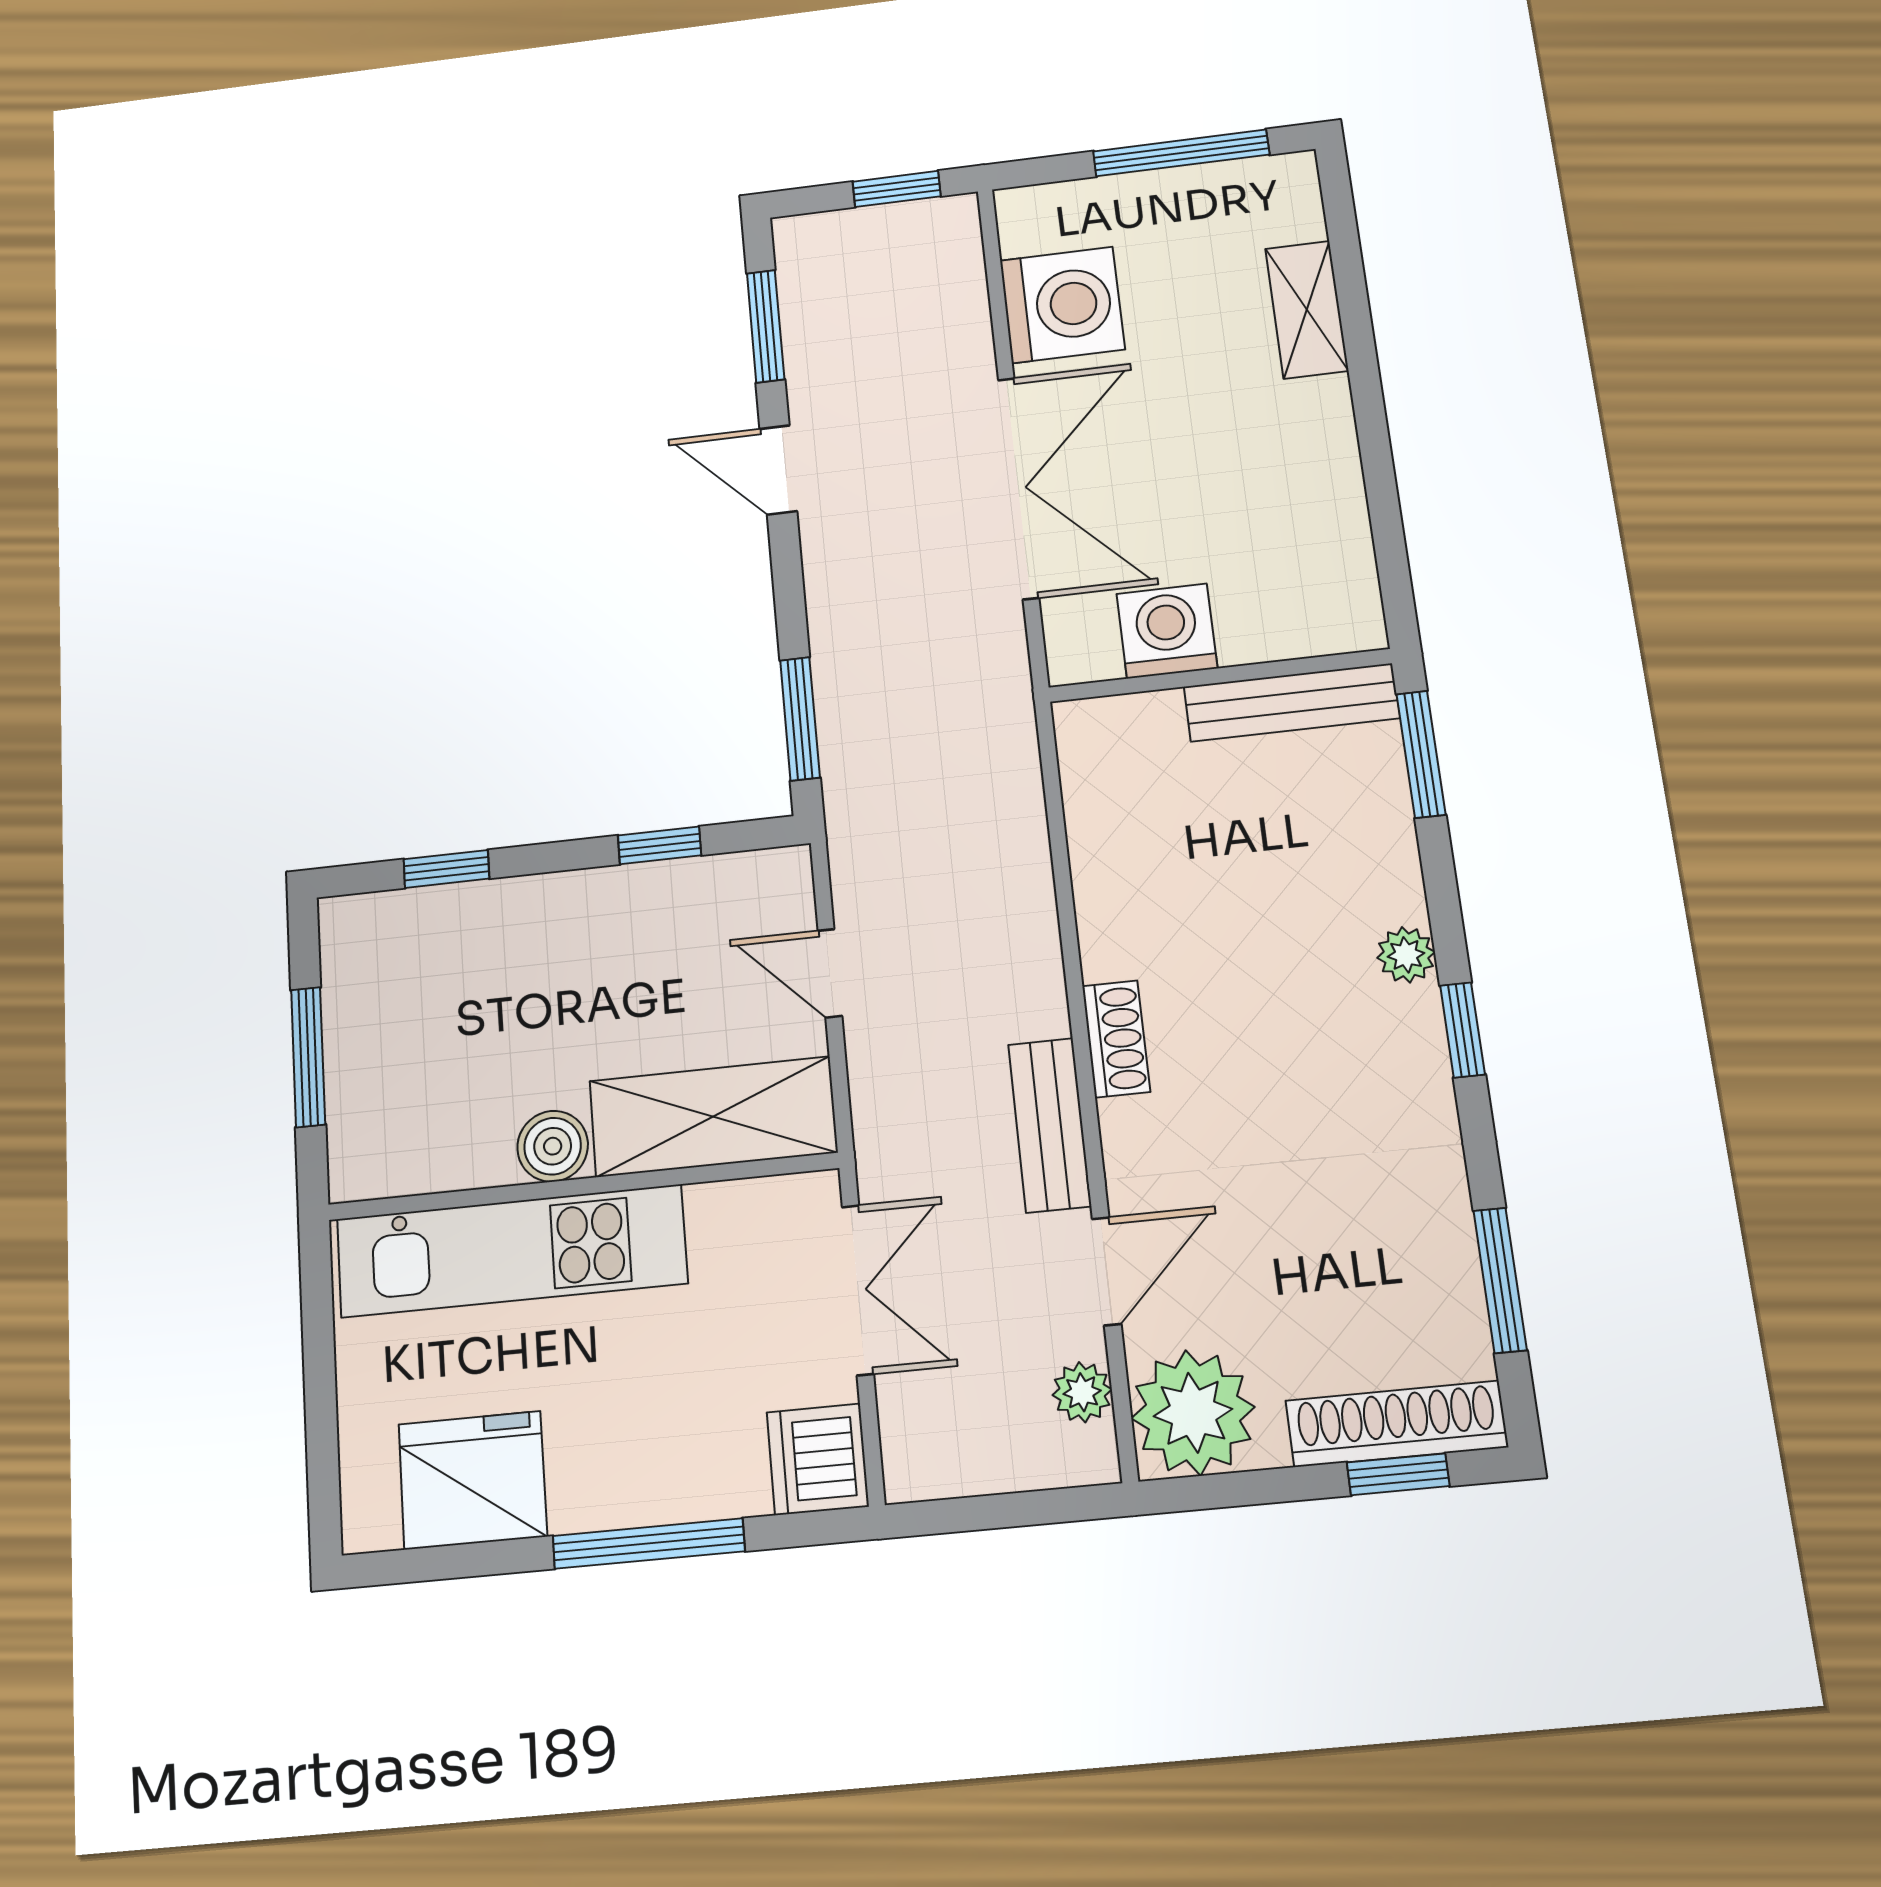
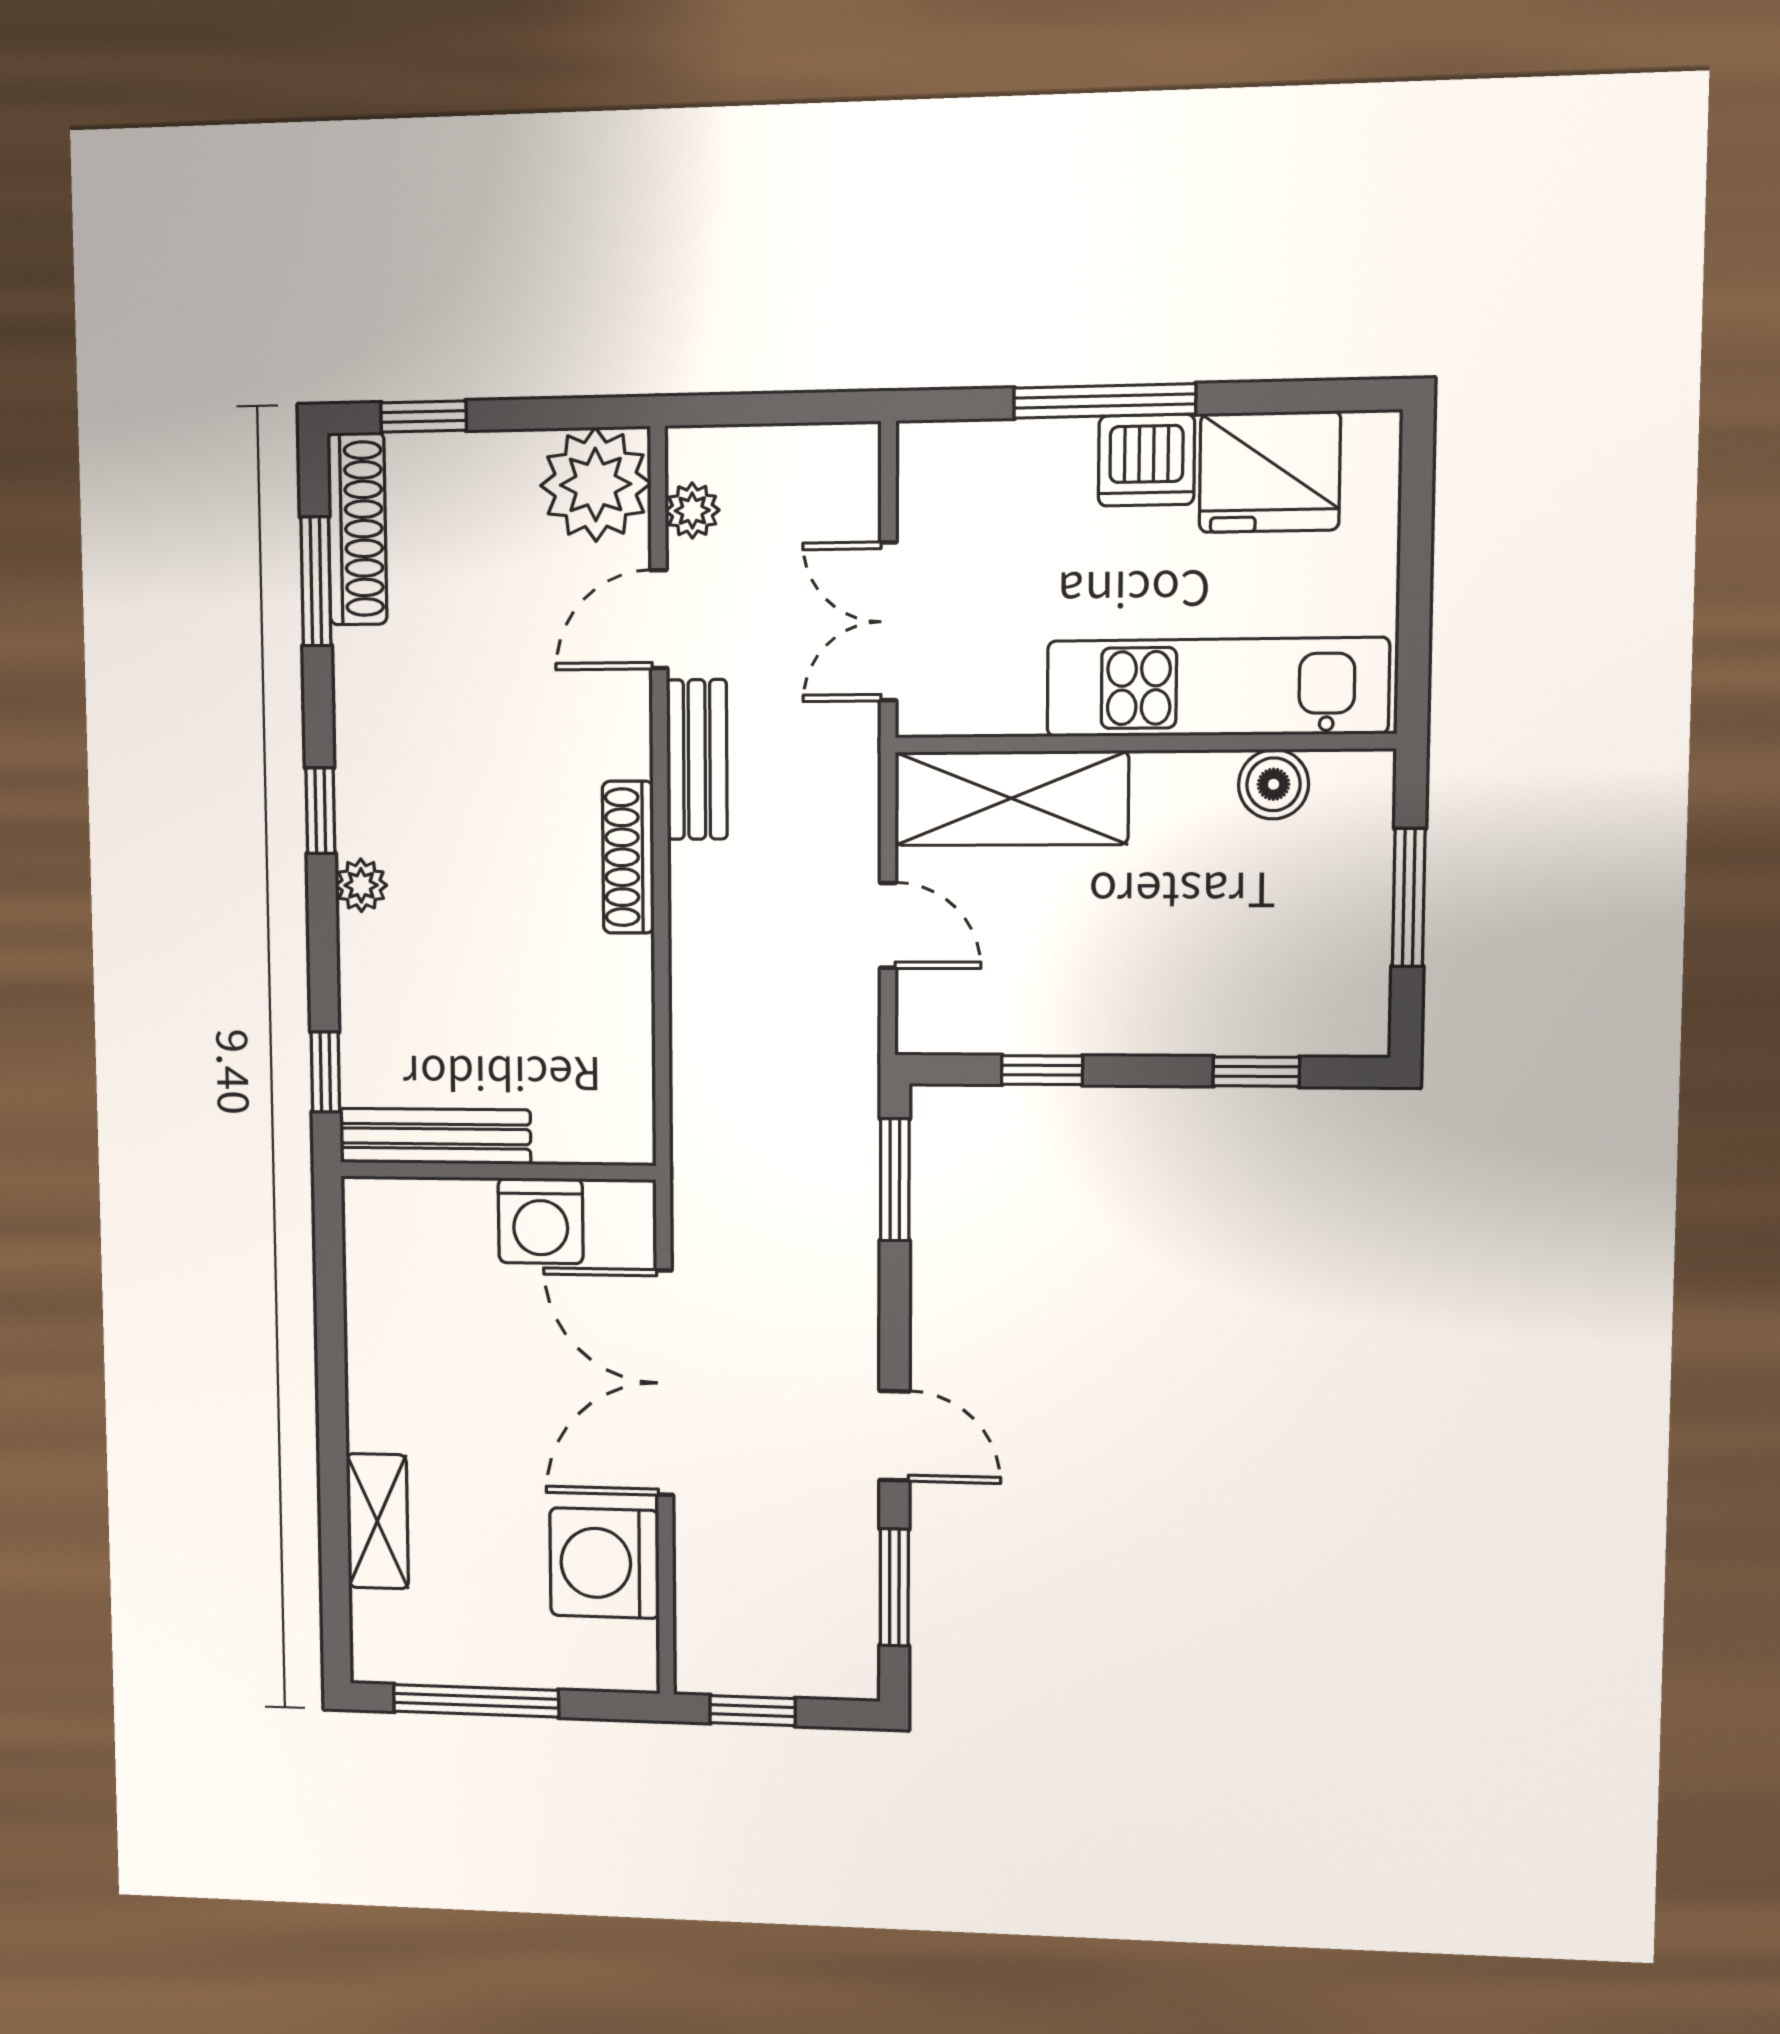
window: (1421, 754) -> (325, 1072), width x0.67
shoe rack: (1116, 1039) -> (628, 857), width x1.43
boiler: (553, 1146) -> (1274, 784), moved
shoe rack: (1397, 1424) -> (357, 529), moved, turned -90
dishwasher: (818, 1459) -> (1146, 460), moved, turned 90

